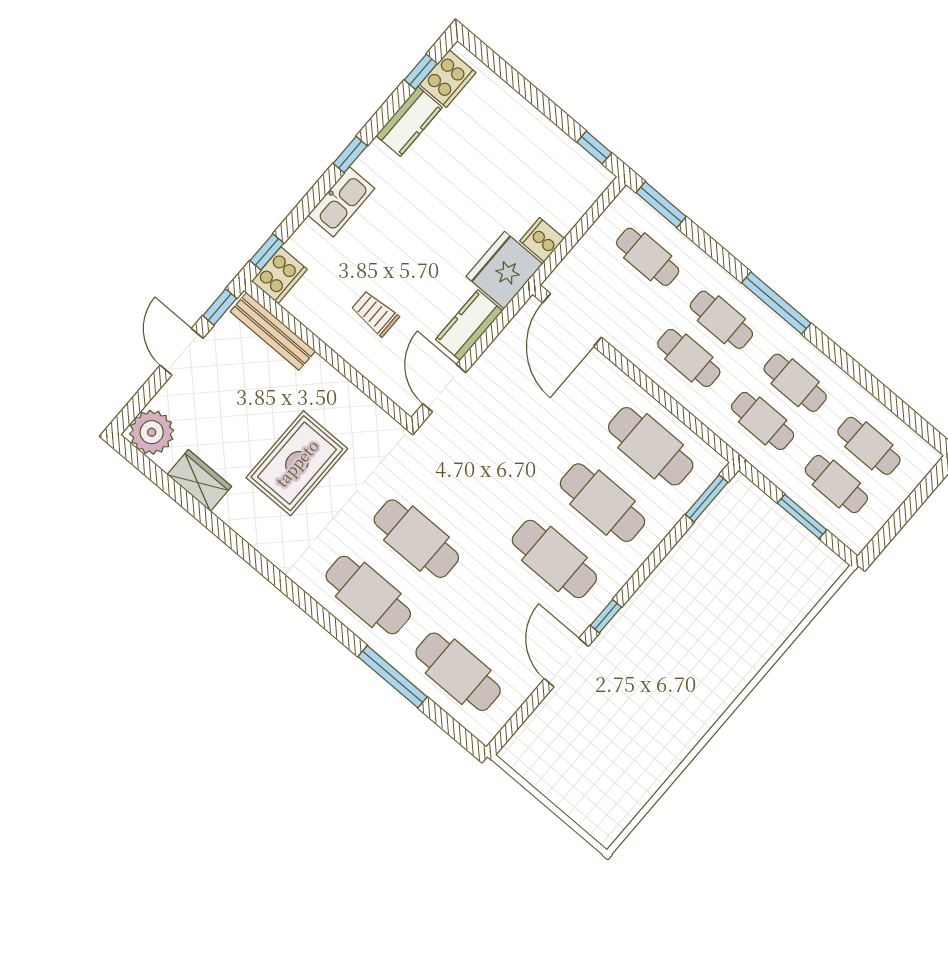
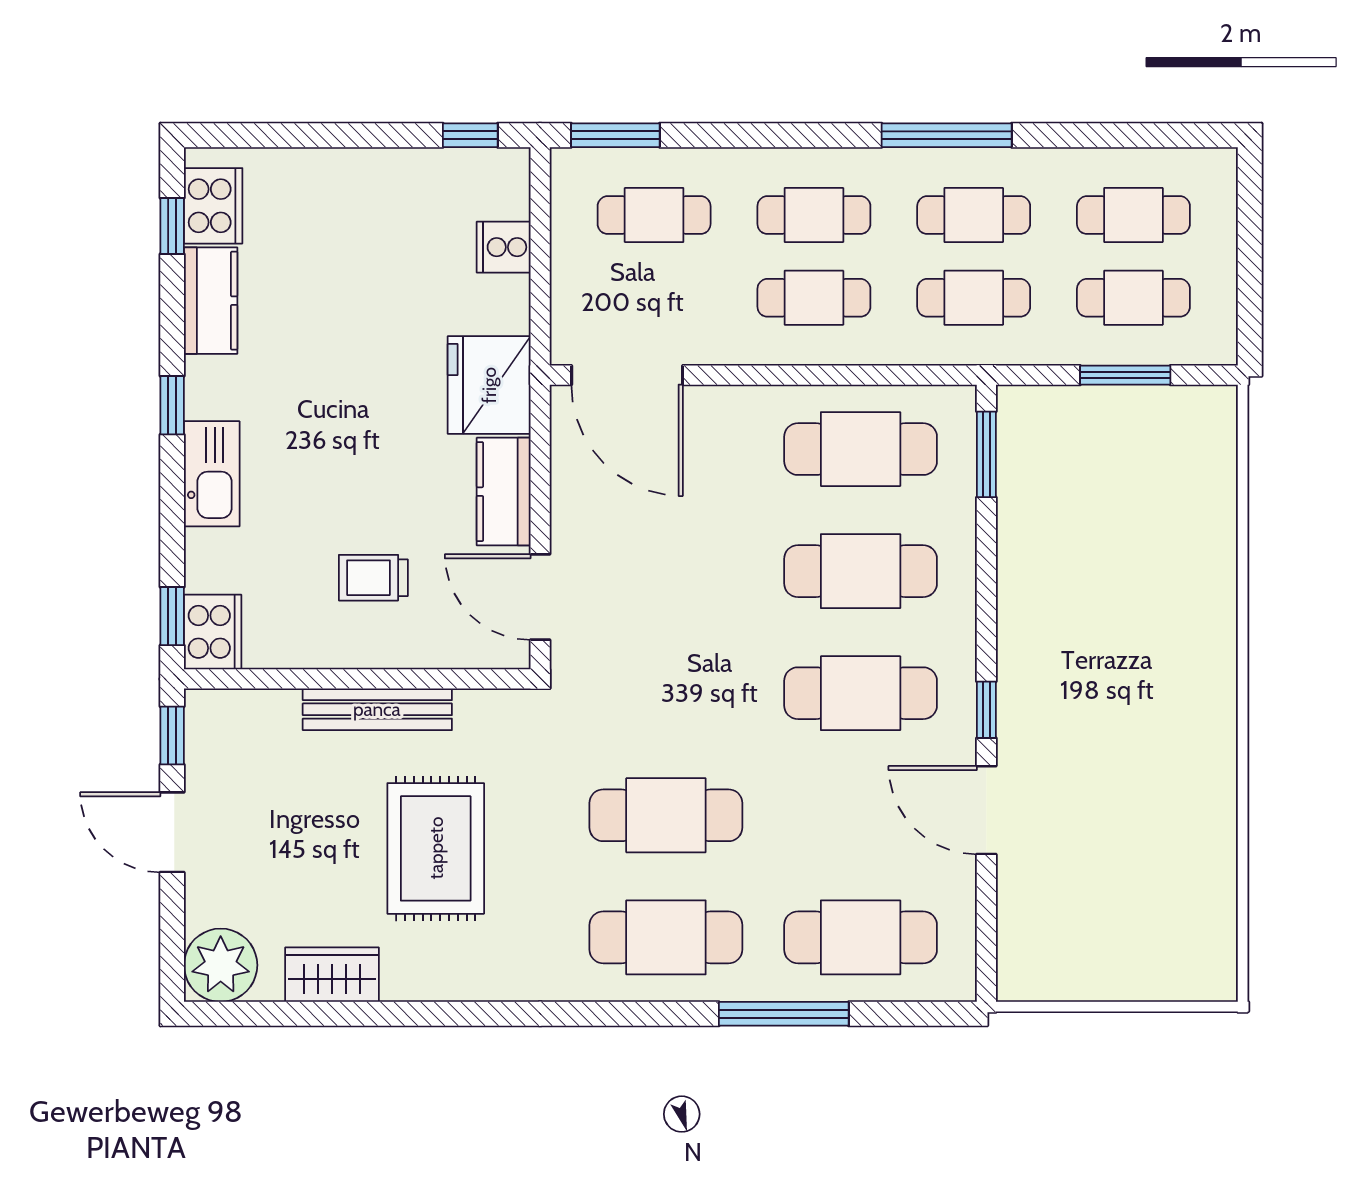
cooker: (542, 240) -> (504, 247), moved
window: (776, 303) -> (947, 135), moved
bench: (273, 331) -> (377, 709), moved

